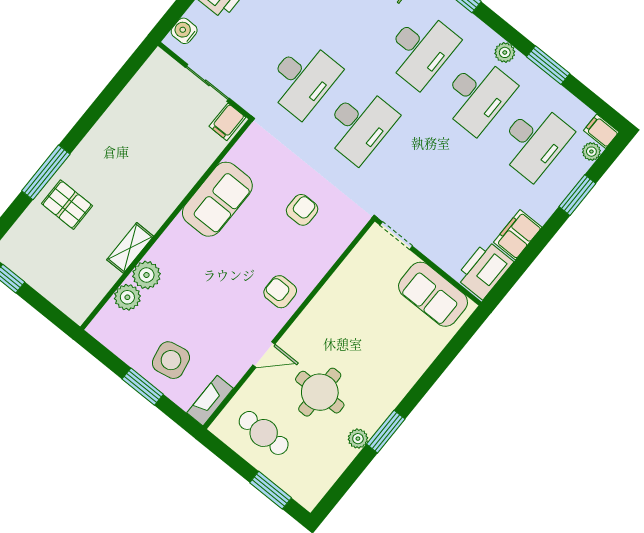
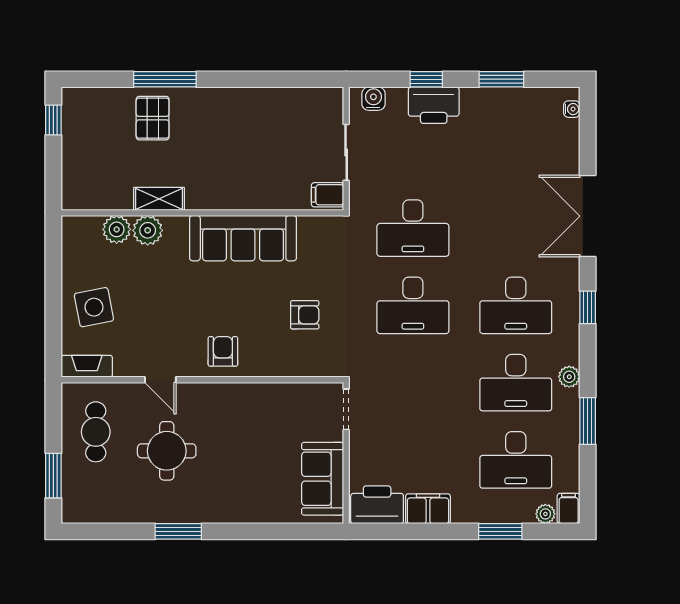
sofa: (217, 199) -> (243, 238), width x1.36
window: (143, 387) -> (53, 301), removed
plant: (358, 439) -> (154, 513), removed

